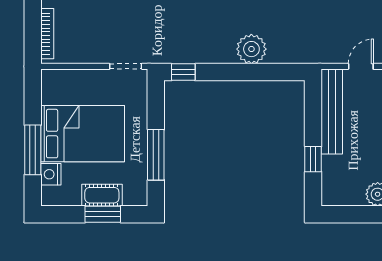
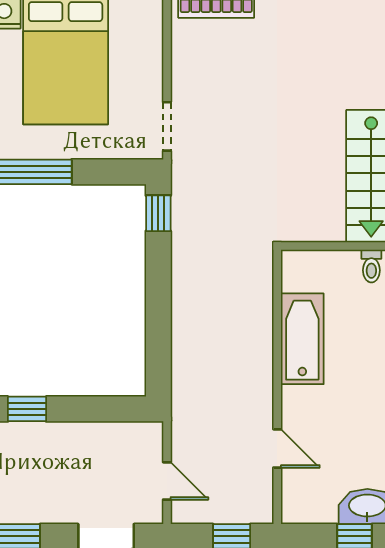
plant: (251, 49) -> (193, 316), removed
bench: (332, 111) -> (99, 437), removed

